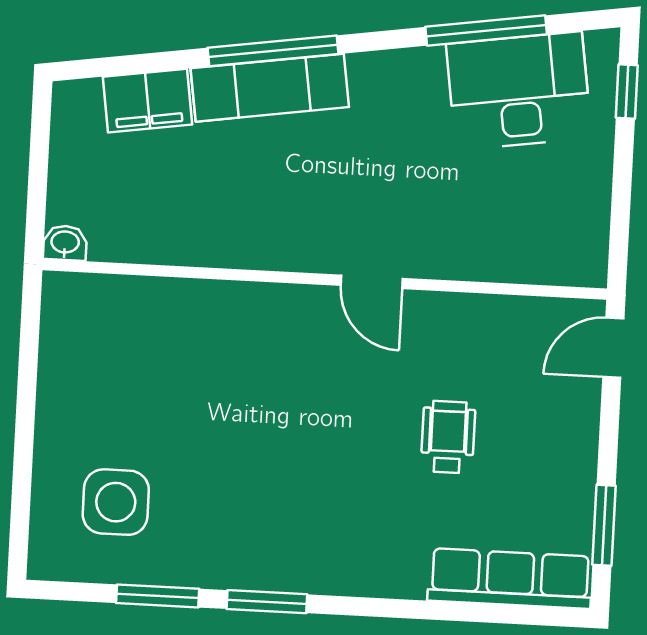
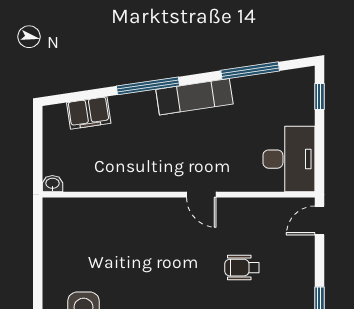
exam couch: (270, 88) -> (194, 97), moved
desk: (519, 91) -> (289, 159), moved, turned 98
wheelchair: (448, 437) -> (242, 268), turned -90

